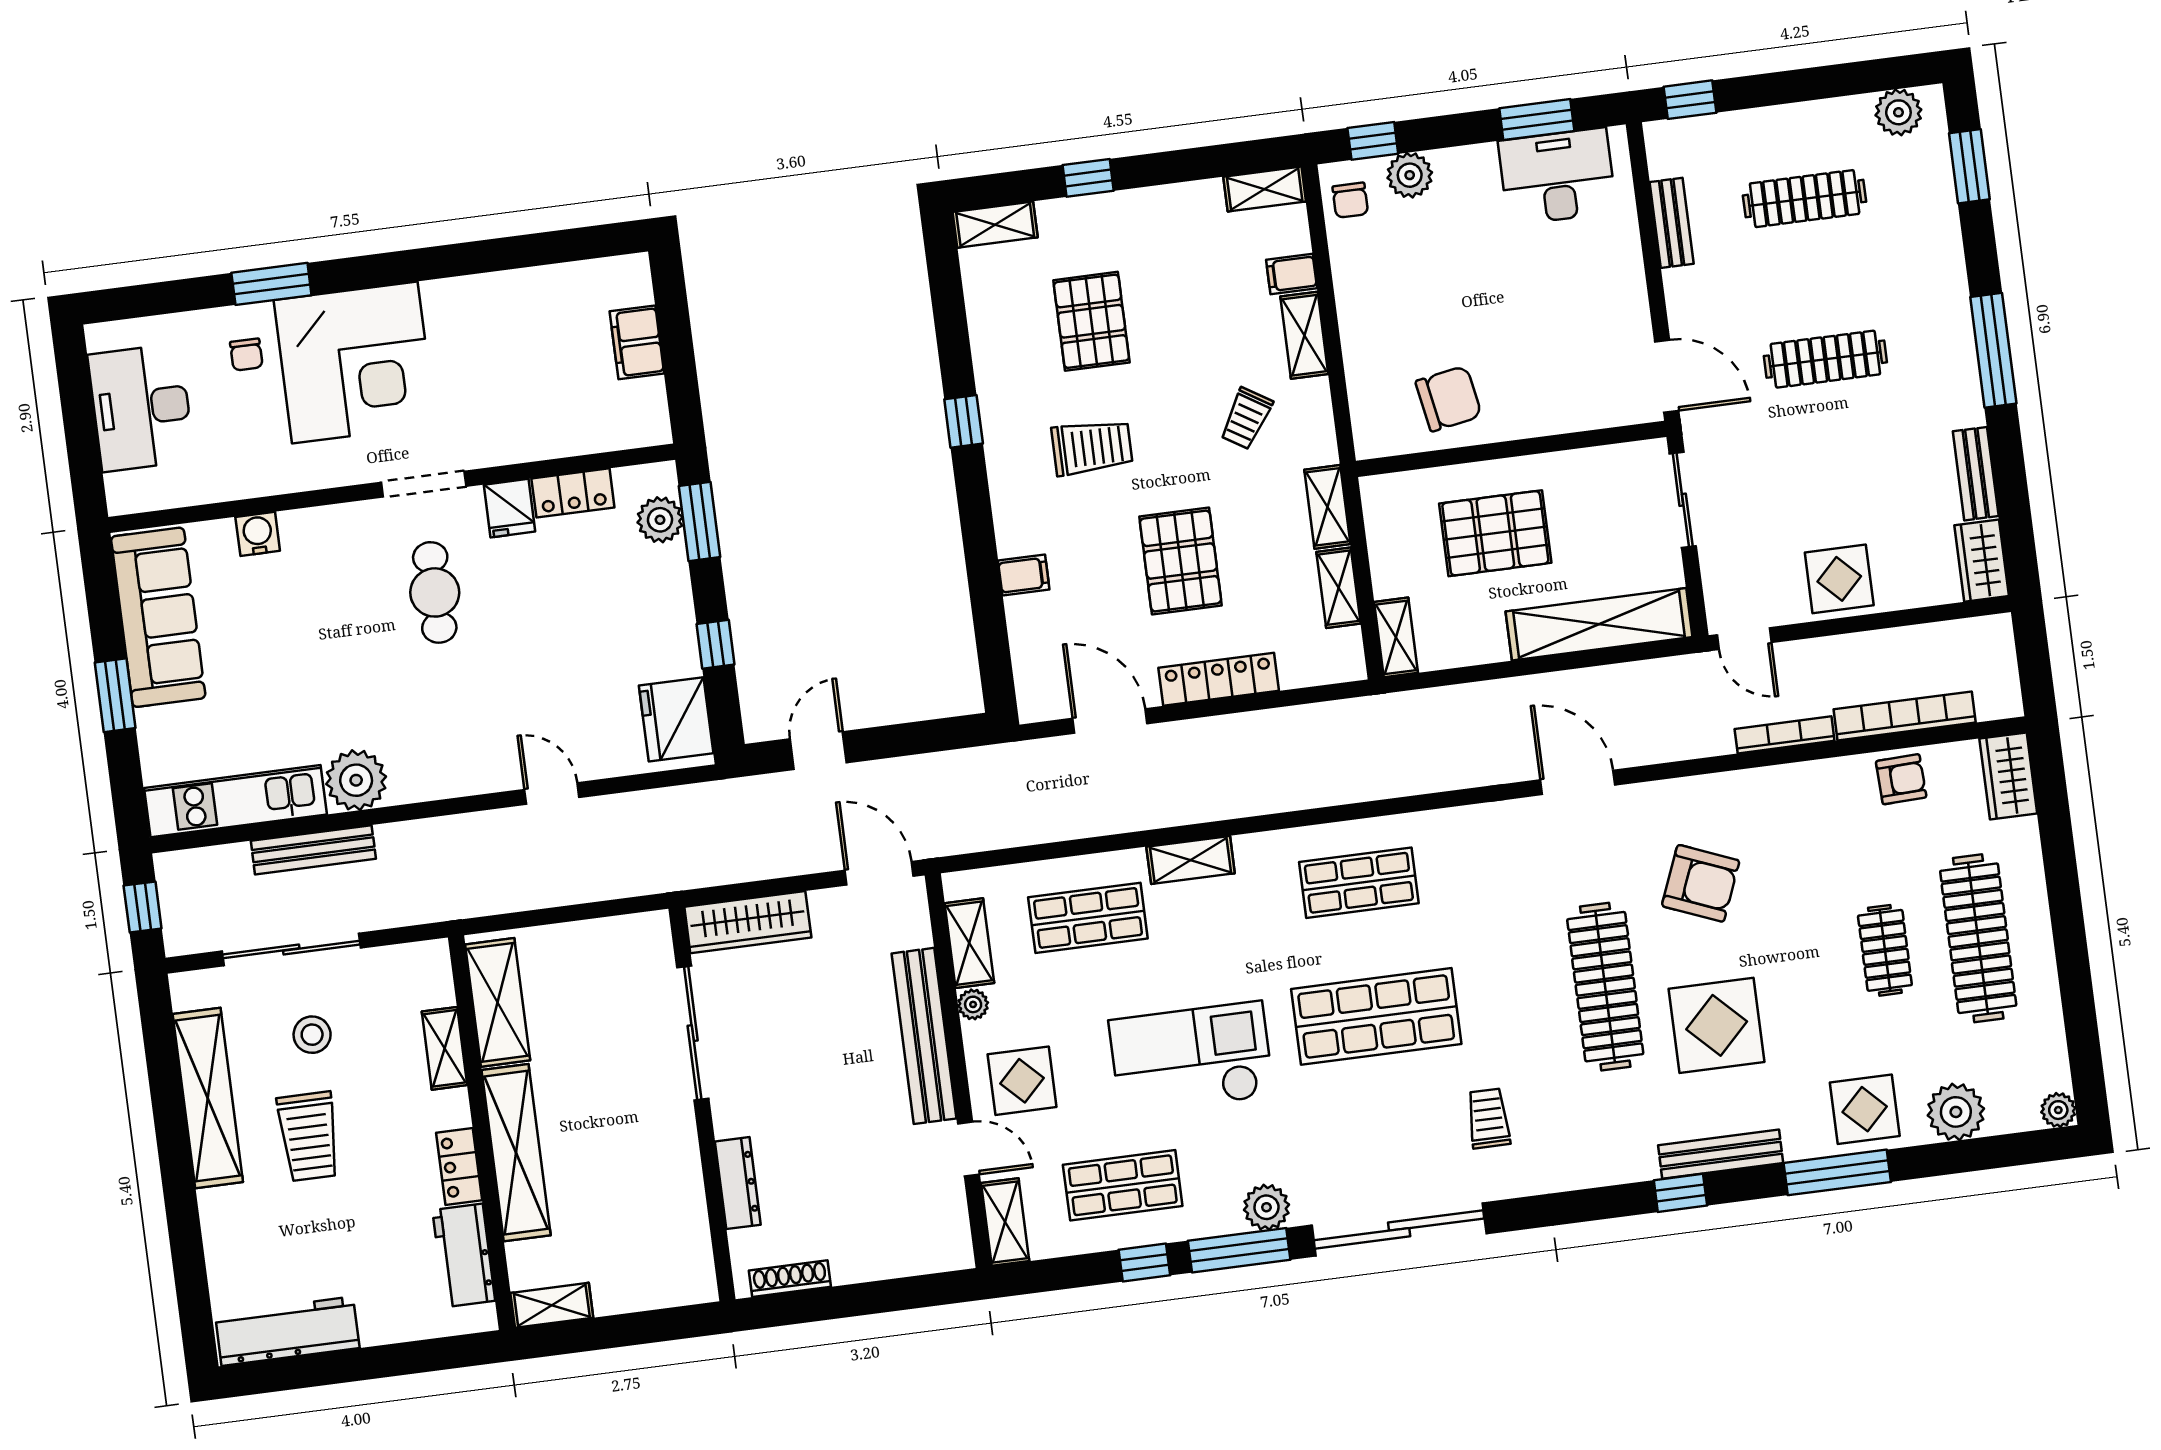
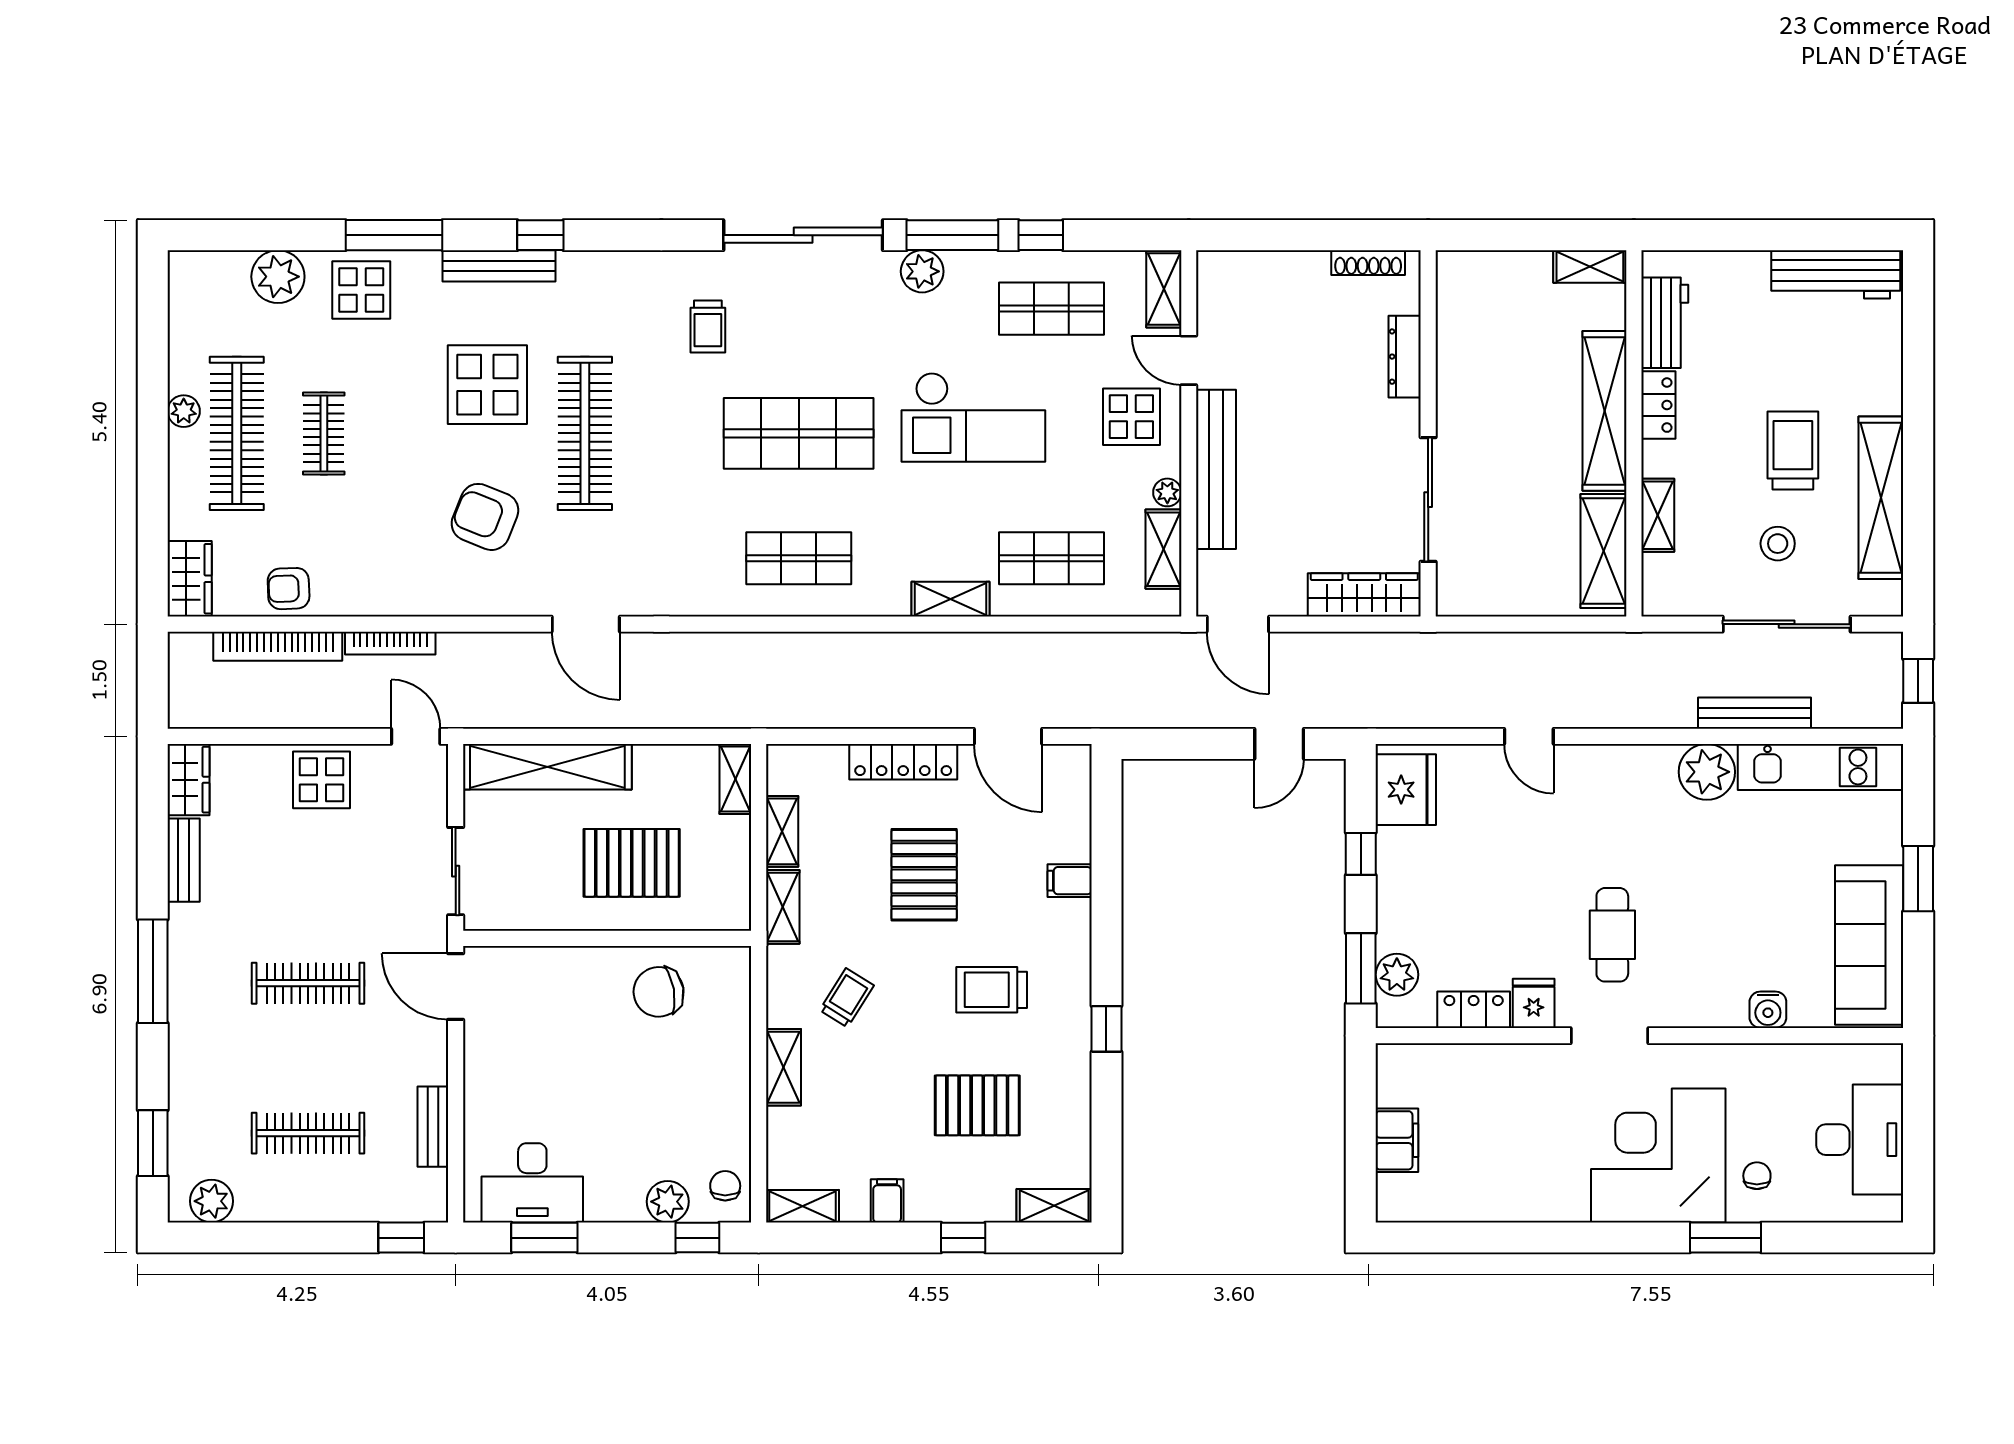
filing cabinet: (1292, 274) -> (887, 1201), moved, turned -90
pallet: (1091, 321) -> (977, 1105), turned 90
plant: (2058, 1110) -> (184, 411), moved

